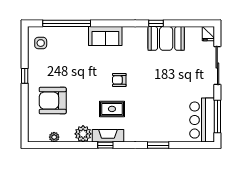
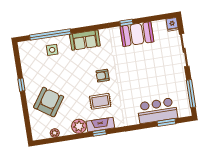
side table: (41, 43) -> (52, 50), moved
armchair: (53, 101) -> (49, 102), turned 124
bar counter: (202, 120) -> (157, 111), moved, turned 90
window: (158, 145) -> (166, 122), moved

